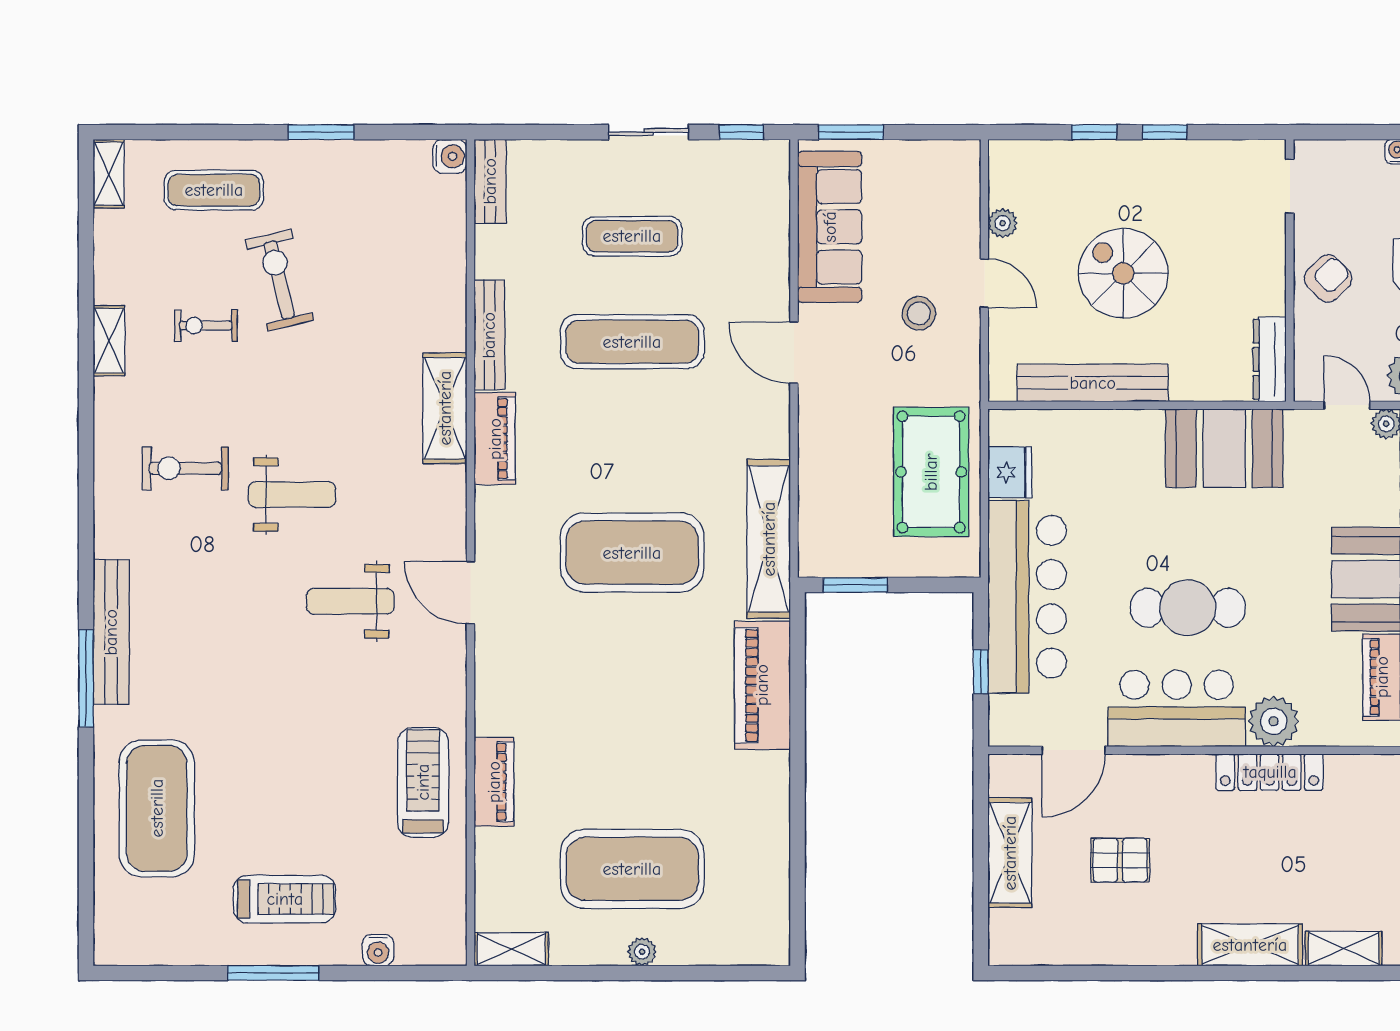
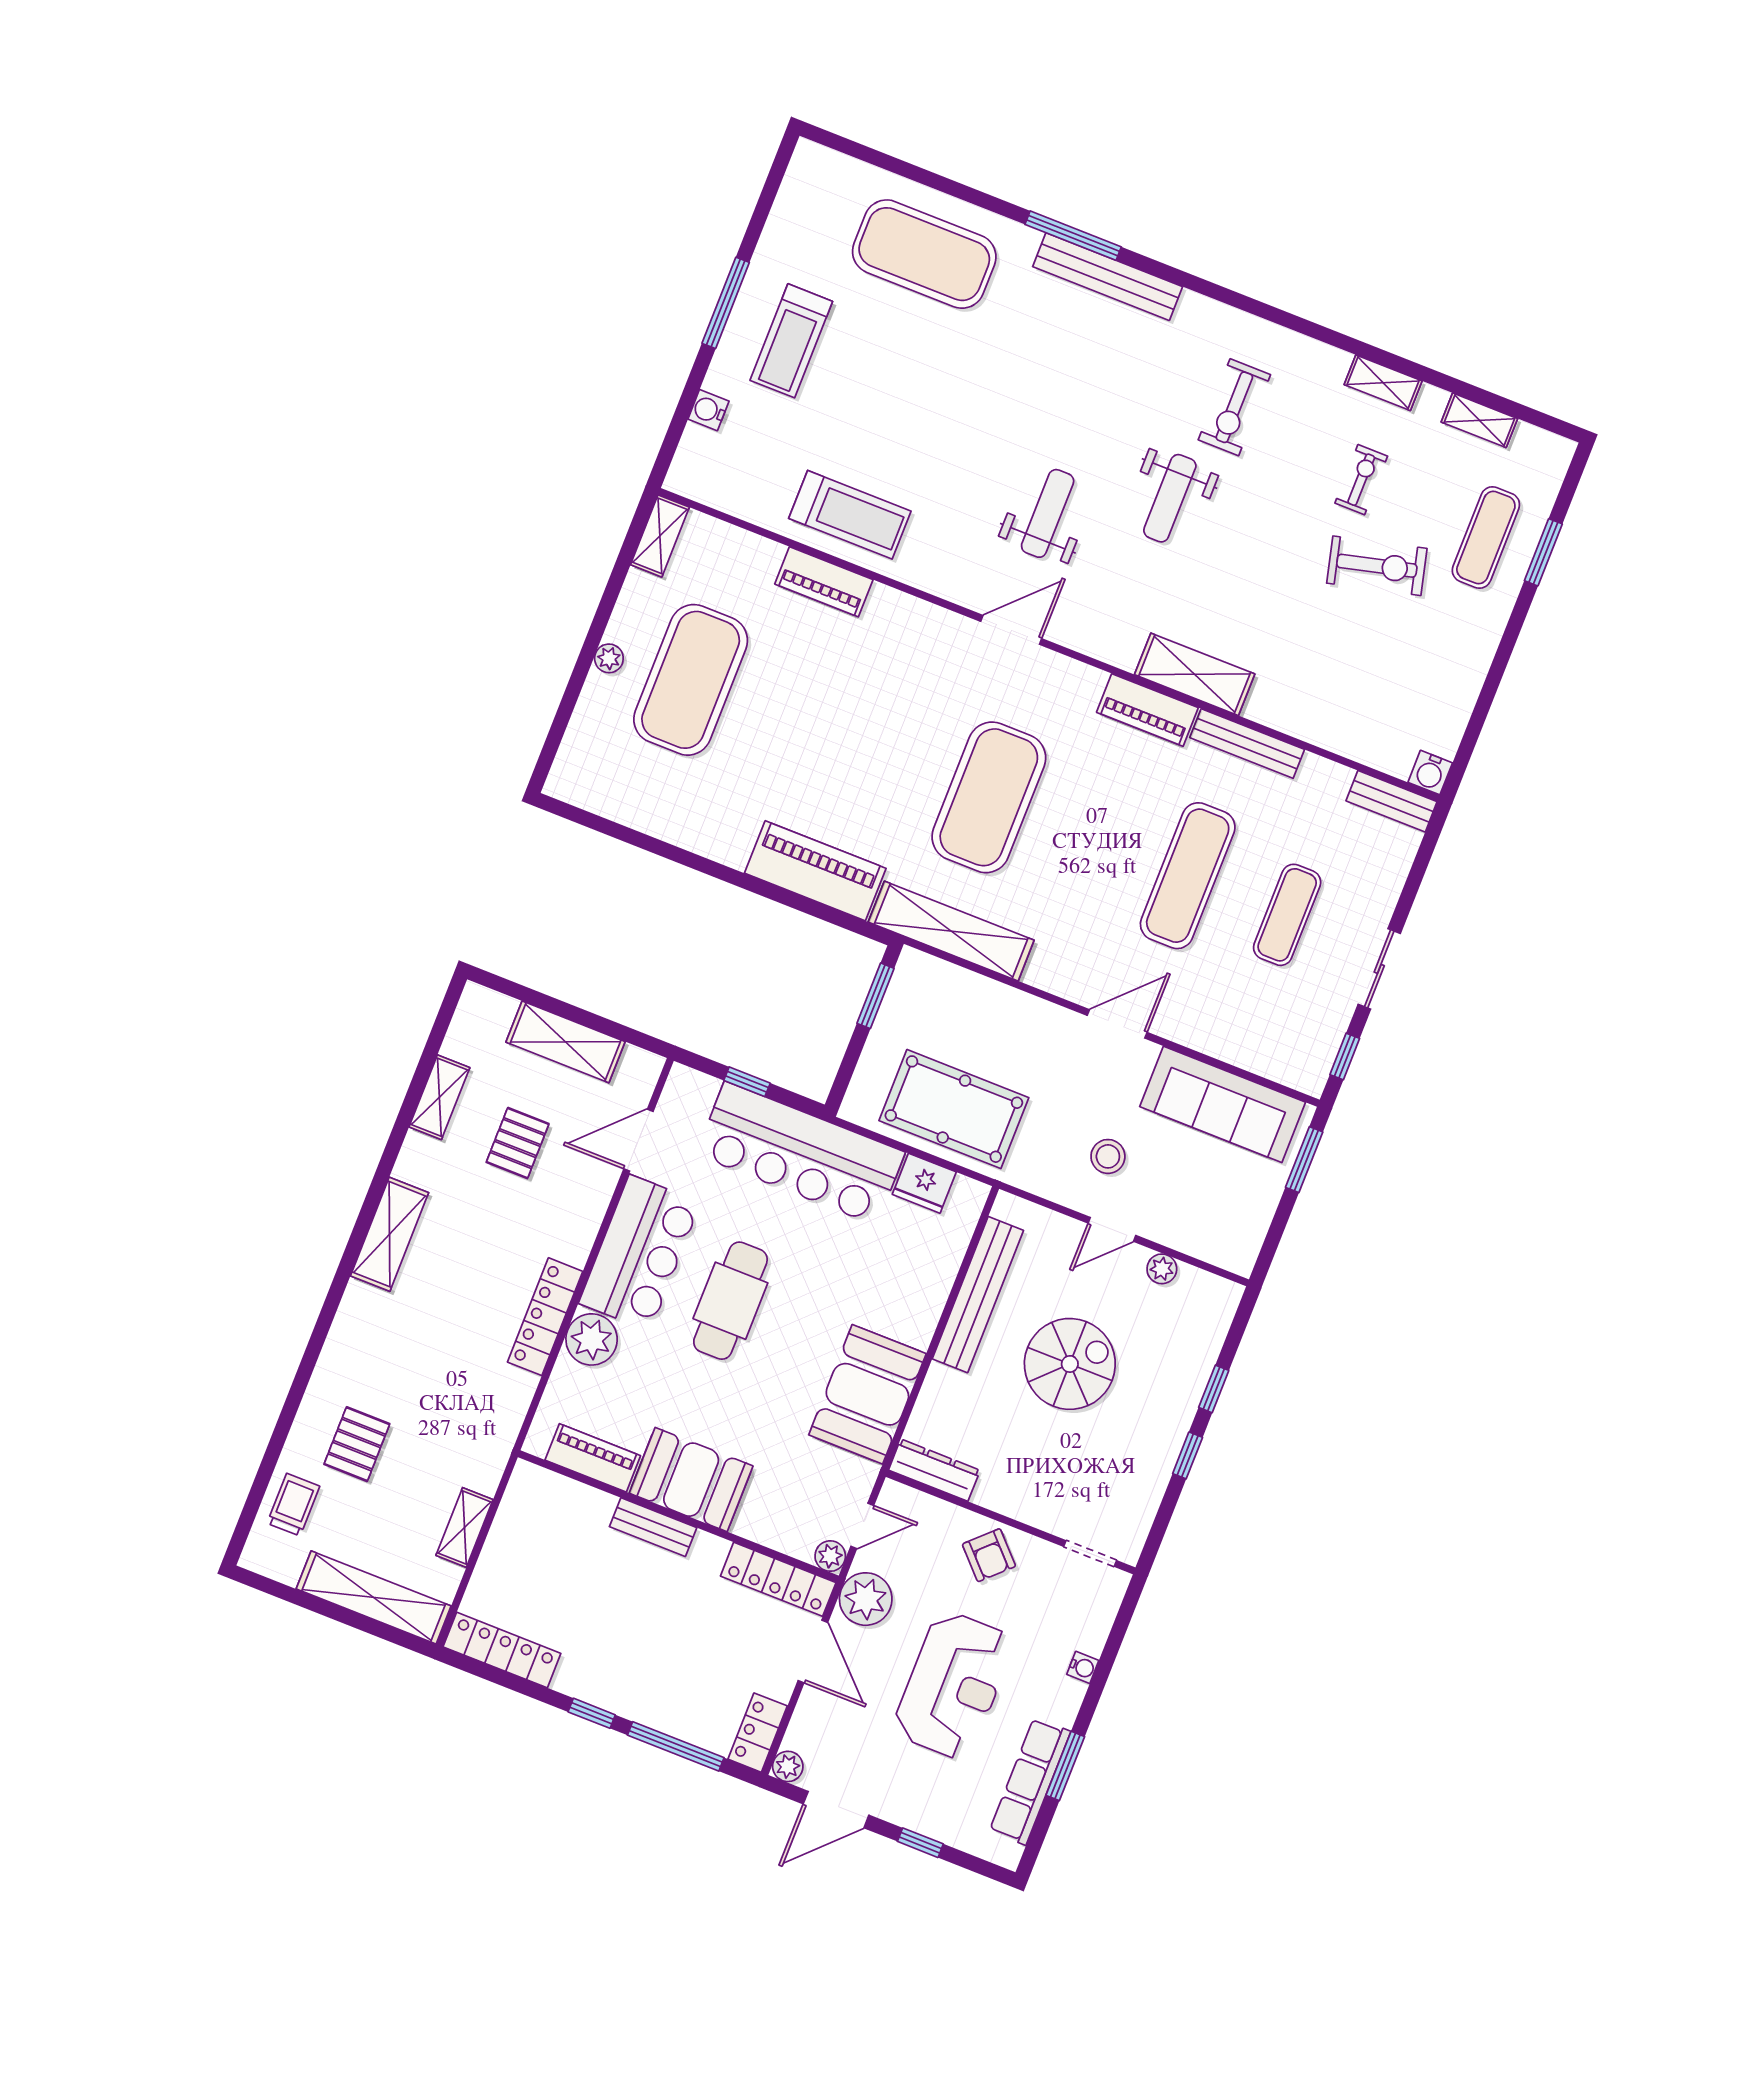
window: (321, 132) -> (1543, 552), moved
shelving: (109, 174) -> (1479, 420), moved
exercise bike: (185, 468) -> (1234, 407), turned 180
door: (1074, 750) -> (639, 1140), hinge flipped
shelving: (1344, 949) -> (439, 1097), moved

